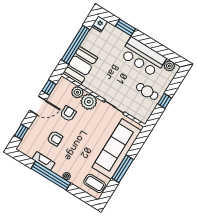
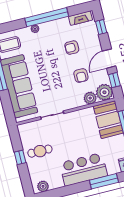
window: (125, 27) -> (104, 181), width x1.44
bar counter: (143, 57) -> (83, 169), moved
plant: (89, 102) -> (104, 92), moved
fireplace: (44, 161) -> (80, 18), moved

